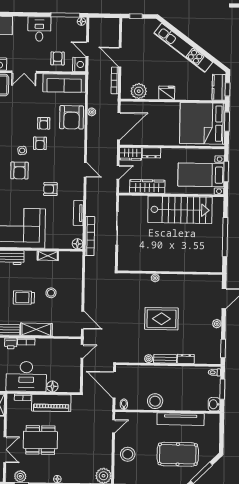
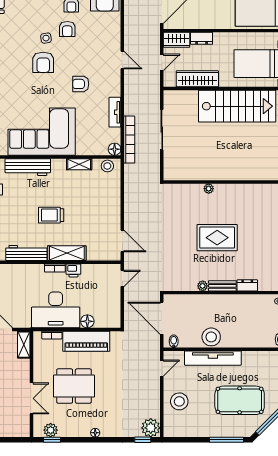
stool: (51, 293) -> (107, 166), moved
printer: (11, 343) -> (73, 270), moved
tv unit: (181, 419) -> (213, 358), moved

